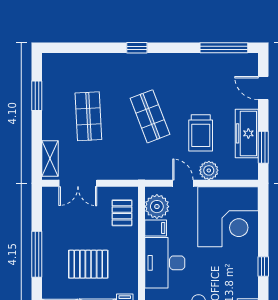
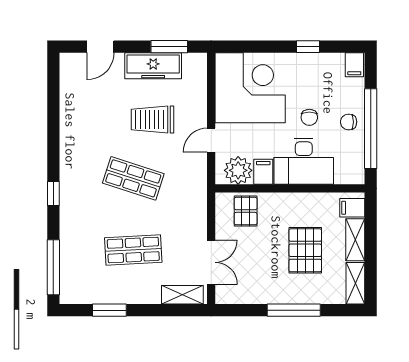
window: (224, 48) -> (53, 267), moved
shop shelf: (150, 116) -> (133, 178), turned 39
trolley: (201, 133) -> (153, 119), turned 180
plant: (209, 170) -> (196, 110), removed
pallet: (122, 213) -> (246, 211), turned 90
chair: (202, 268) -> (309, 117), added

